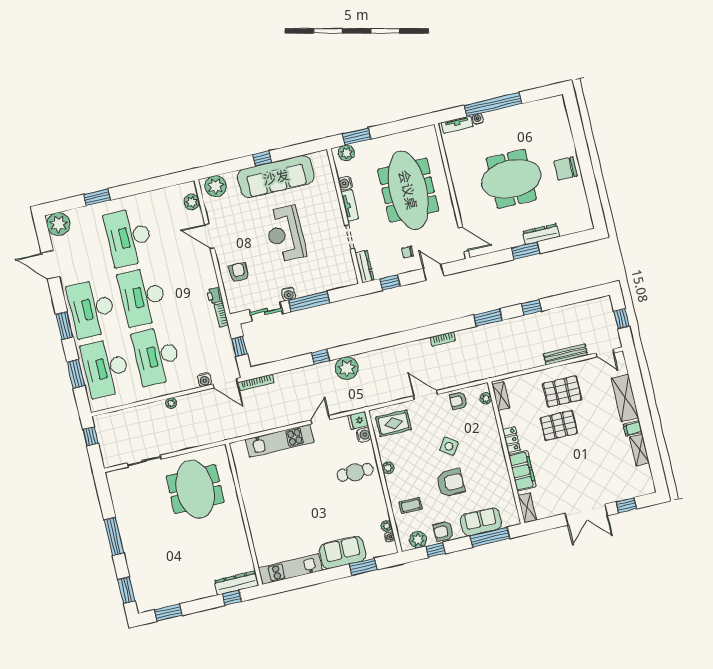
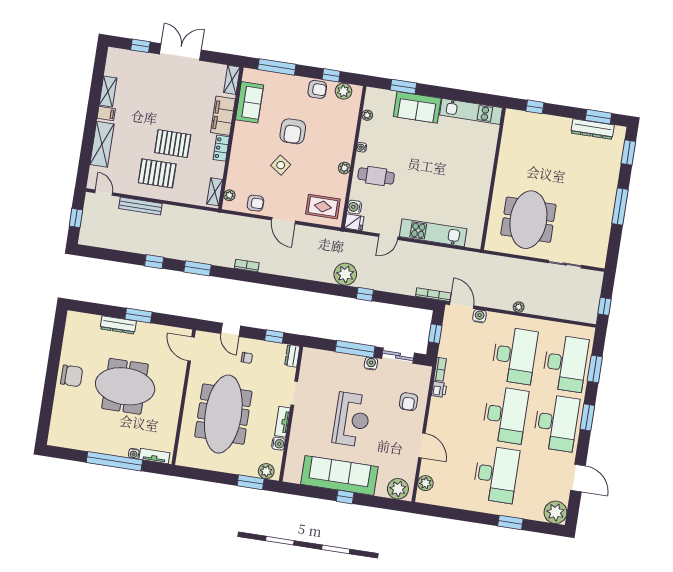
dresser: (365, 267) -> (292, 356), width x0.70
armchair: (450, 483) -> (293, 131), turned -90
coffee table: (411, 506) -> (338, 125), removed
sofa: (481, 522) -> (249, 102), moved, turned -90
water cooler: (390, 537) -> (362, 147), moved
dresser: (236, 583) -> (593, 129), moved

